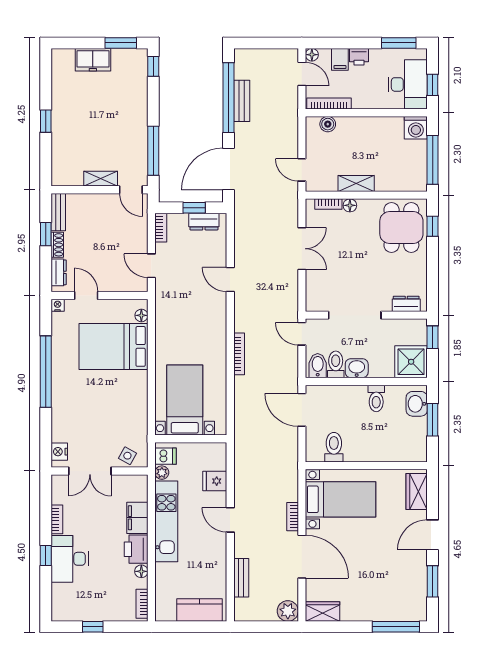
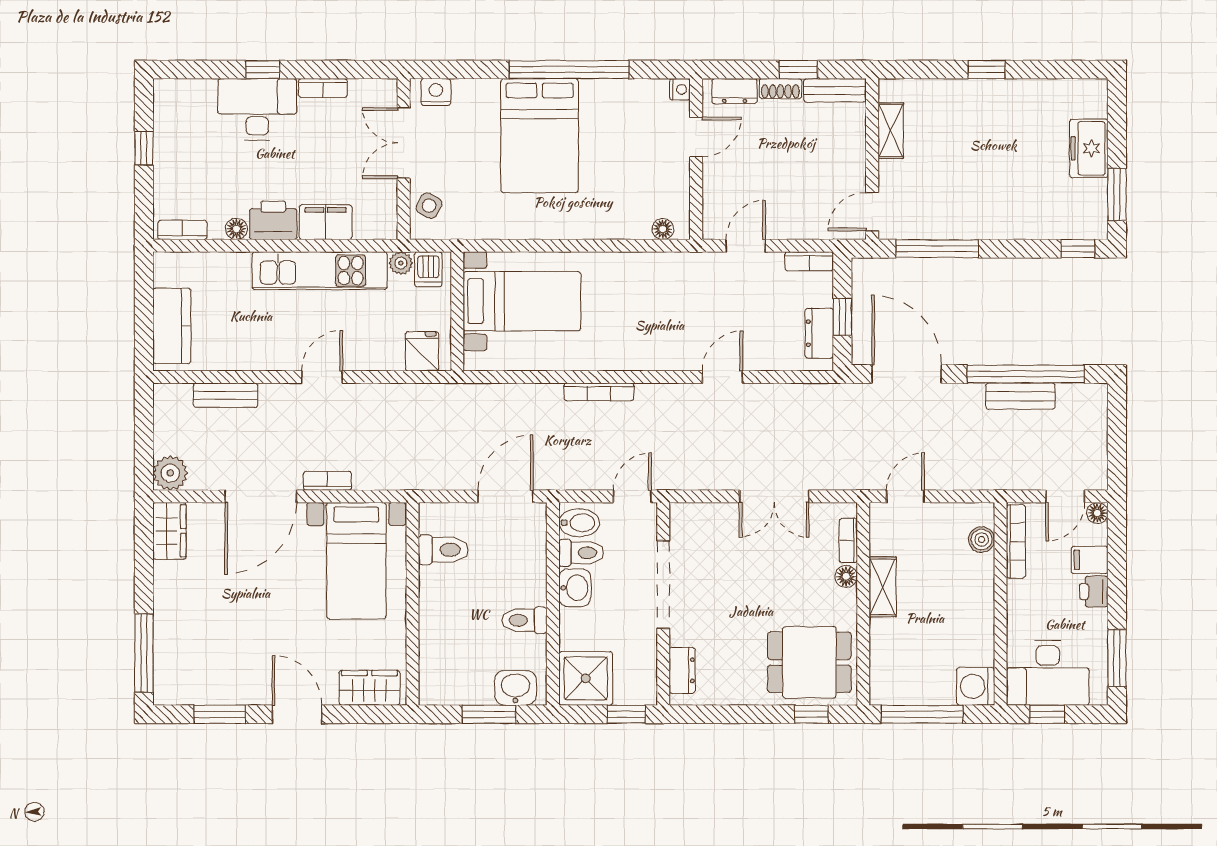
shelving: (101, 179) -> (891, 131), moved
bed: (113, 346) -> (540, 136), moved, turned 180
fridge: (215, 481) -> (422, 351), moved

